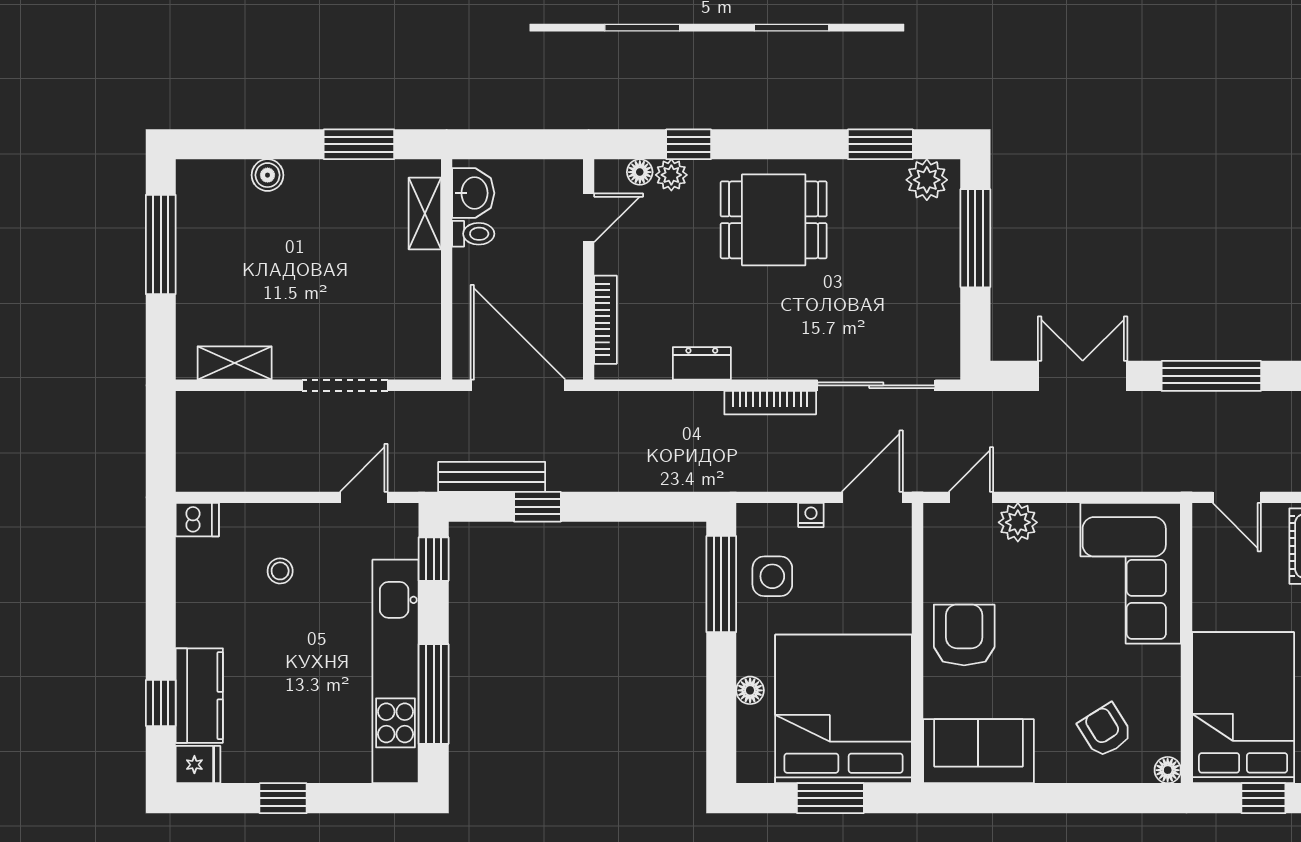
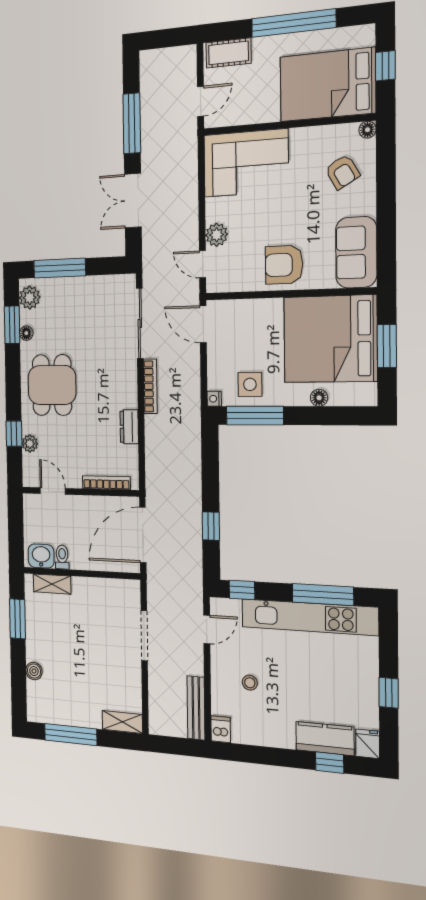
floor lamp: (640, 172) -> (26, 333), moved
shelving: (235, 363) -> (122, 722), moved, turned 90
bench: (492, 477) -> (196, 708), moved
door: (364, 497) -> (207, 629), swing flipped
nightstand: (811, 515) -> (214, 399), moved
armchair: (1105, 730) -> (342, 172), turned -88

